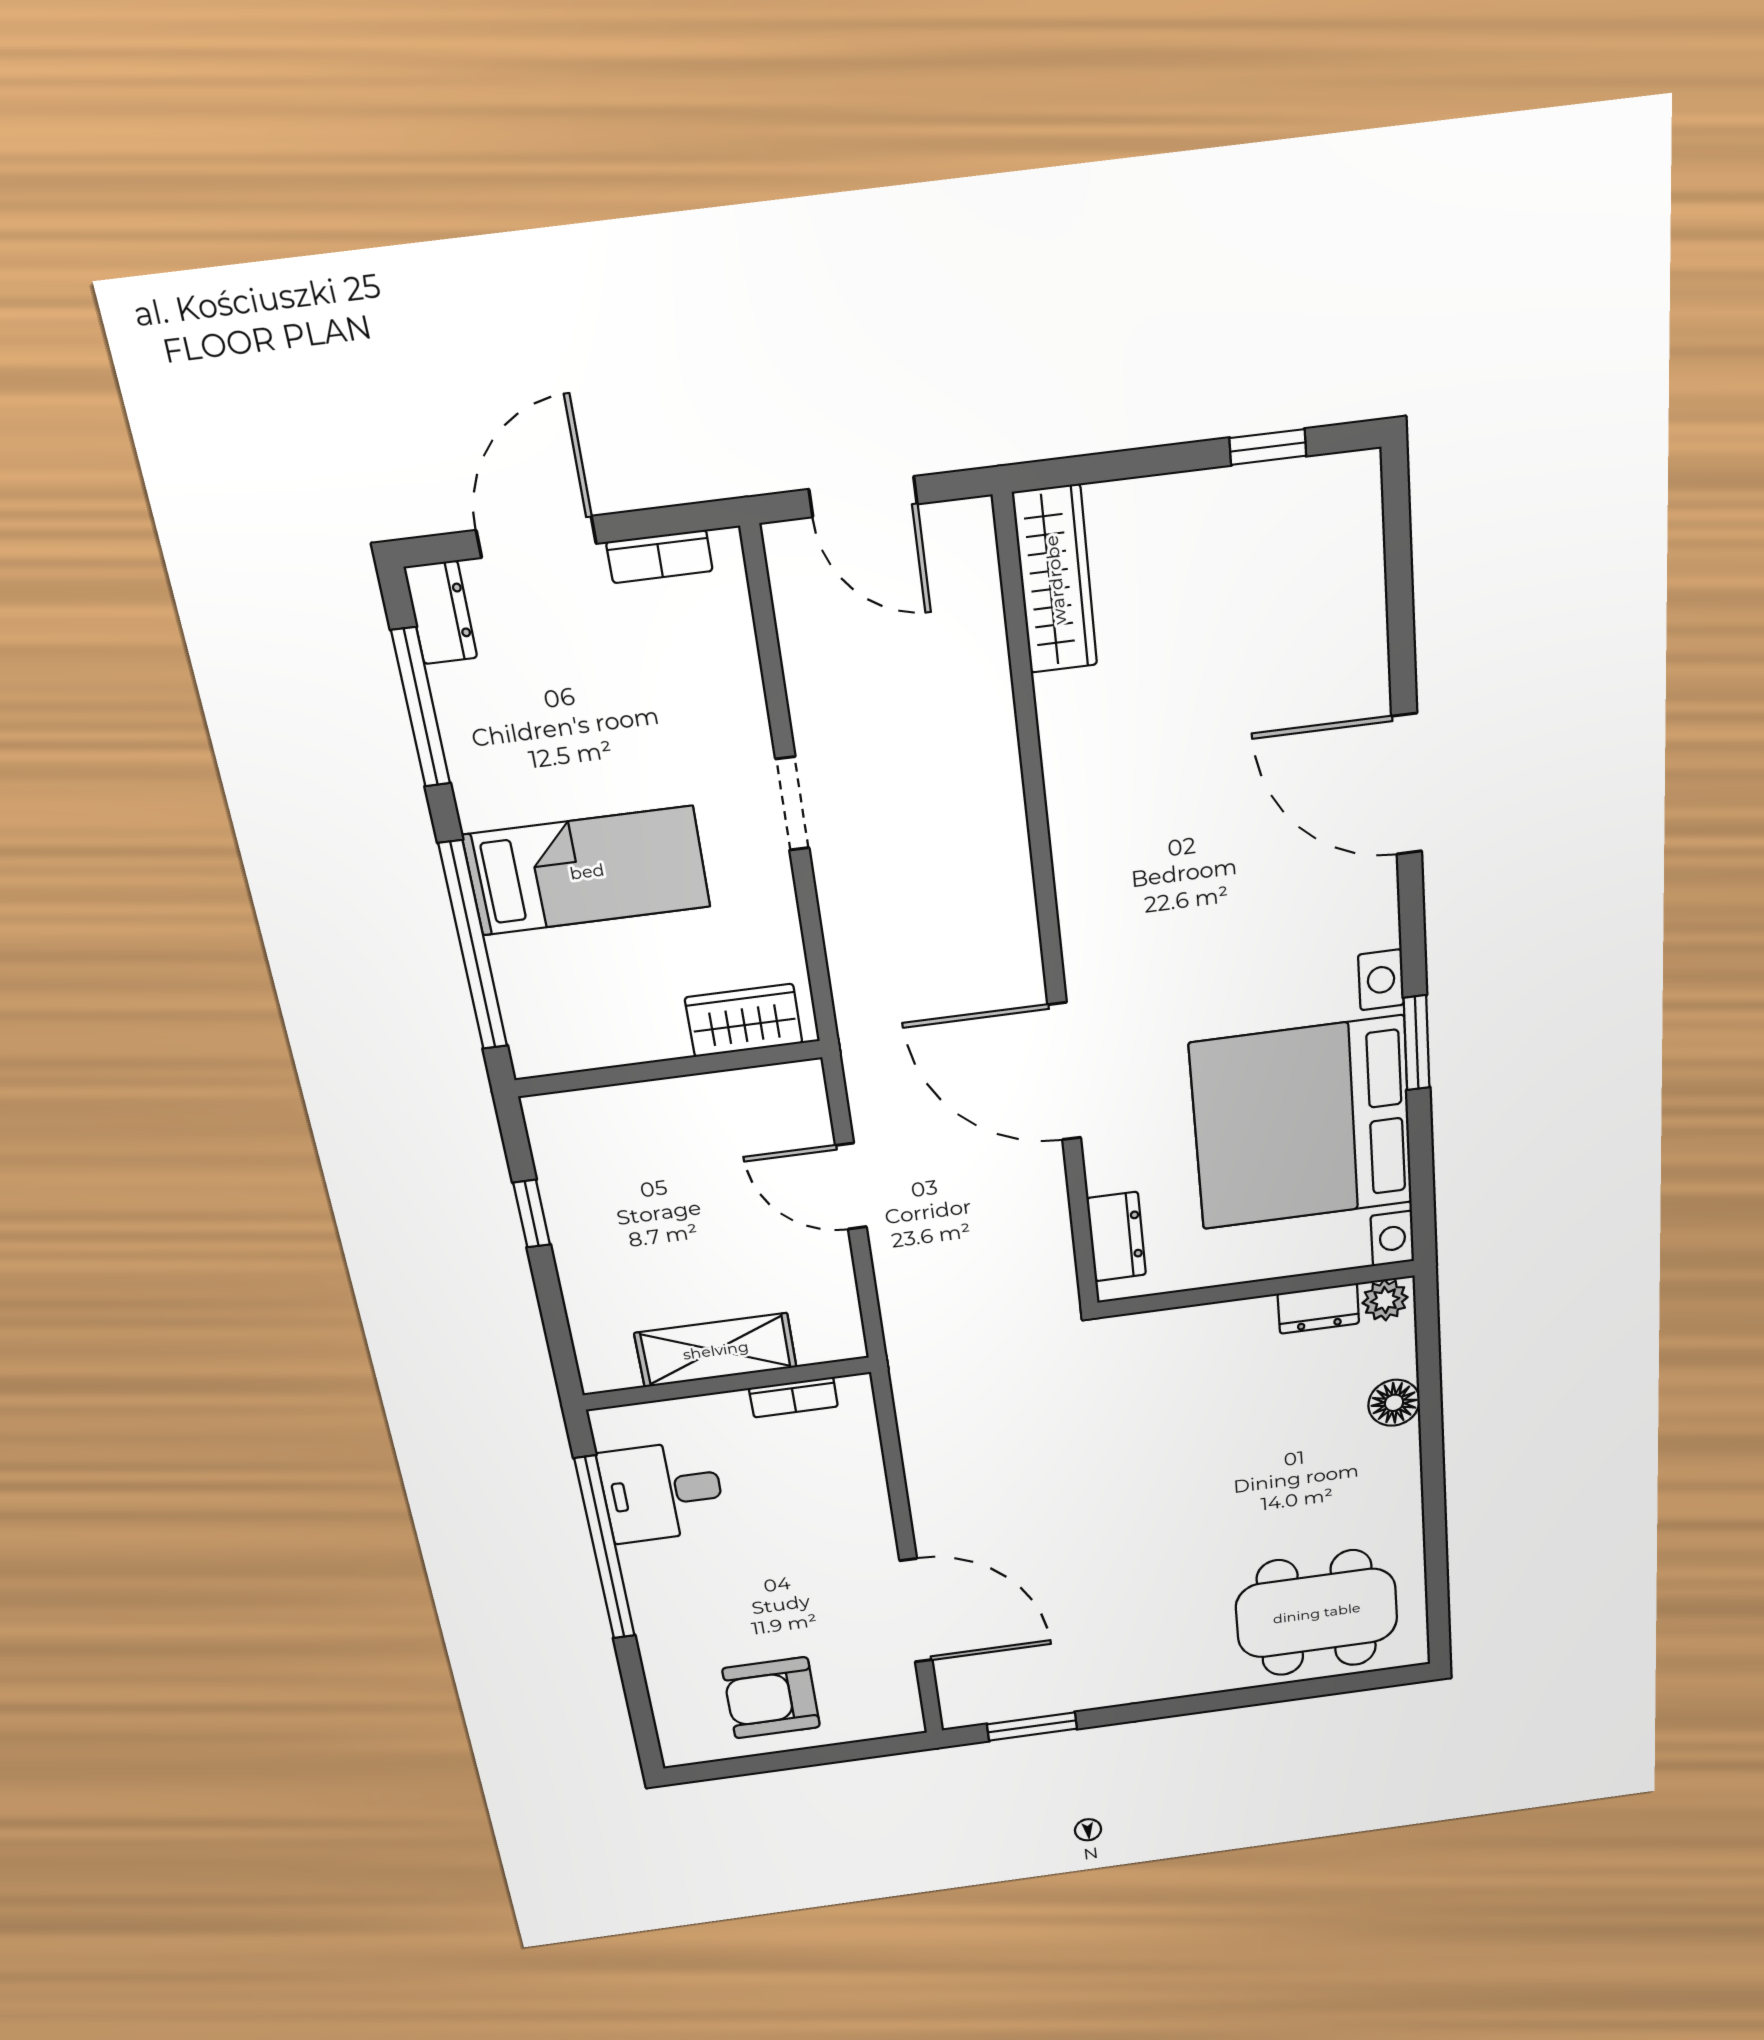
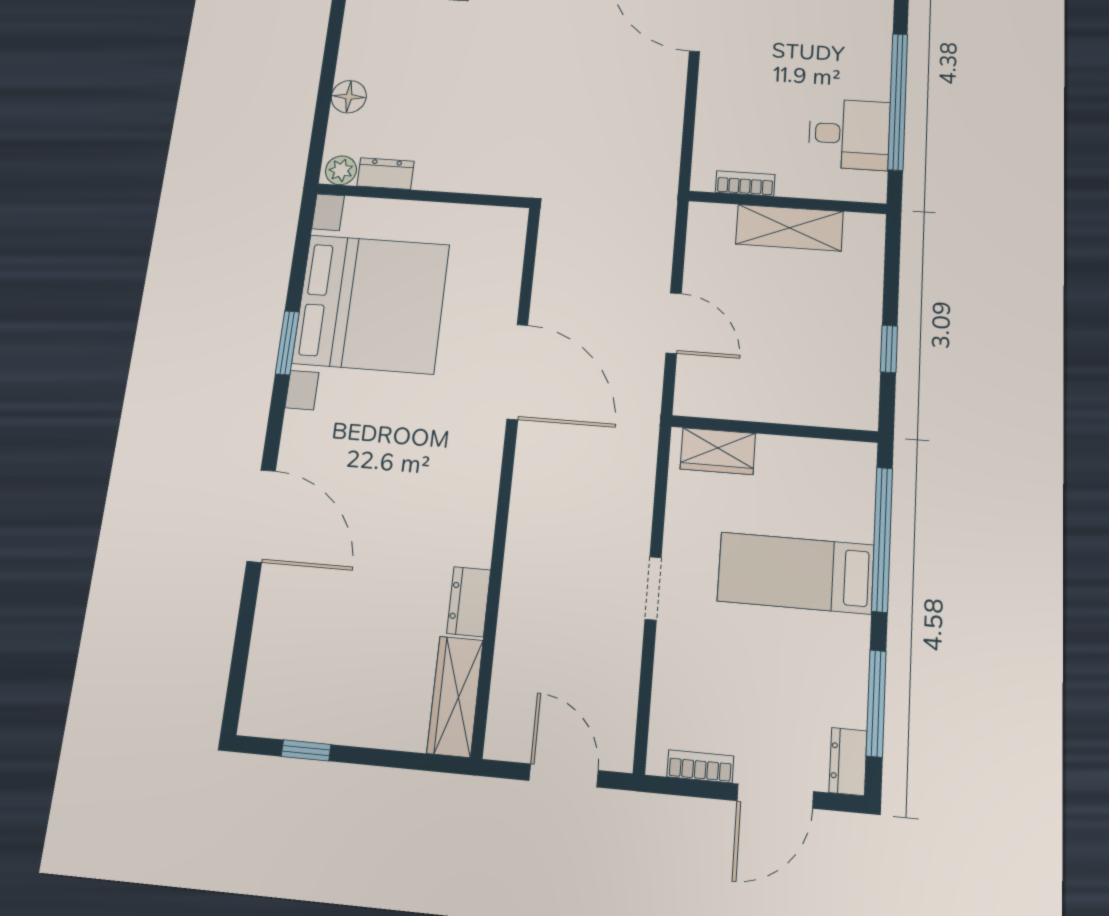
dresser: (1116, 1237) -> (469, 602), moved

